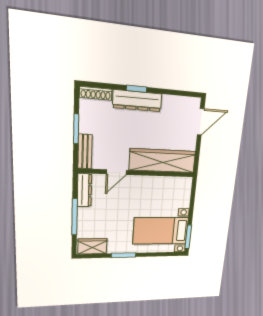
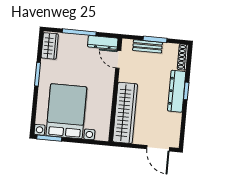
bench: (85, 152) -> (147, 46), moved
door: (116, 172) -> (118, 59), moved
bed with nightstands: (161, 231) -> (66, 111), width x1.36

